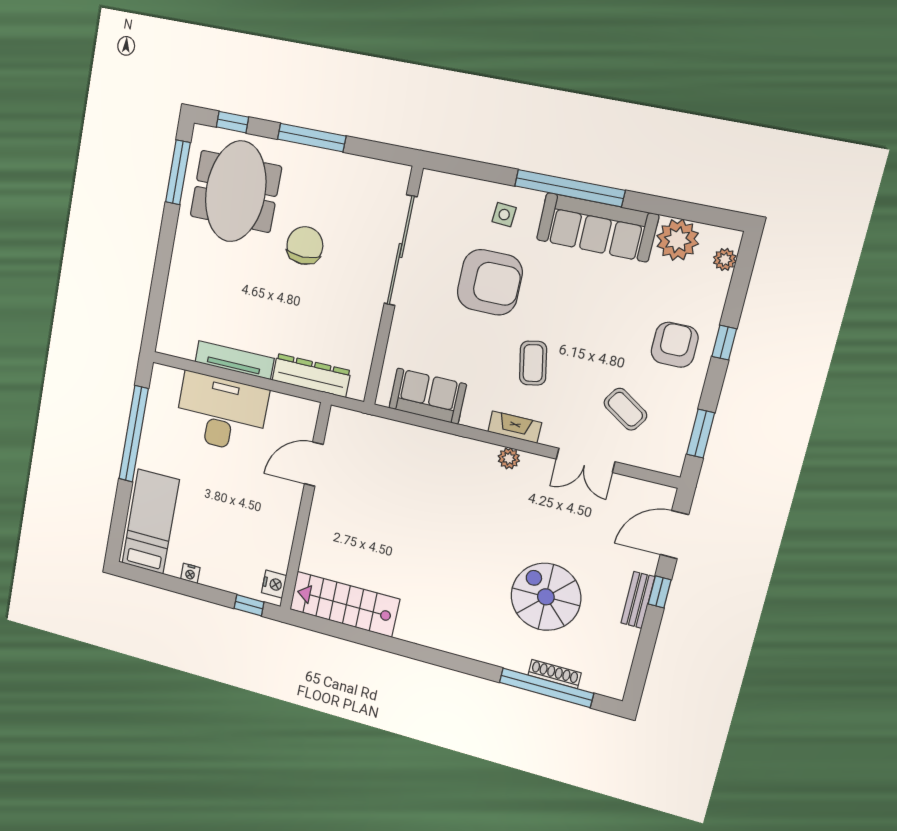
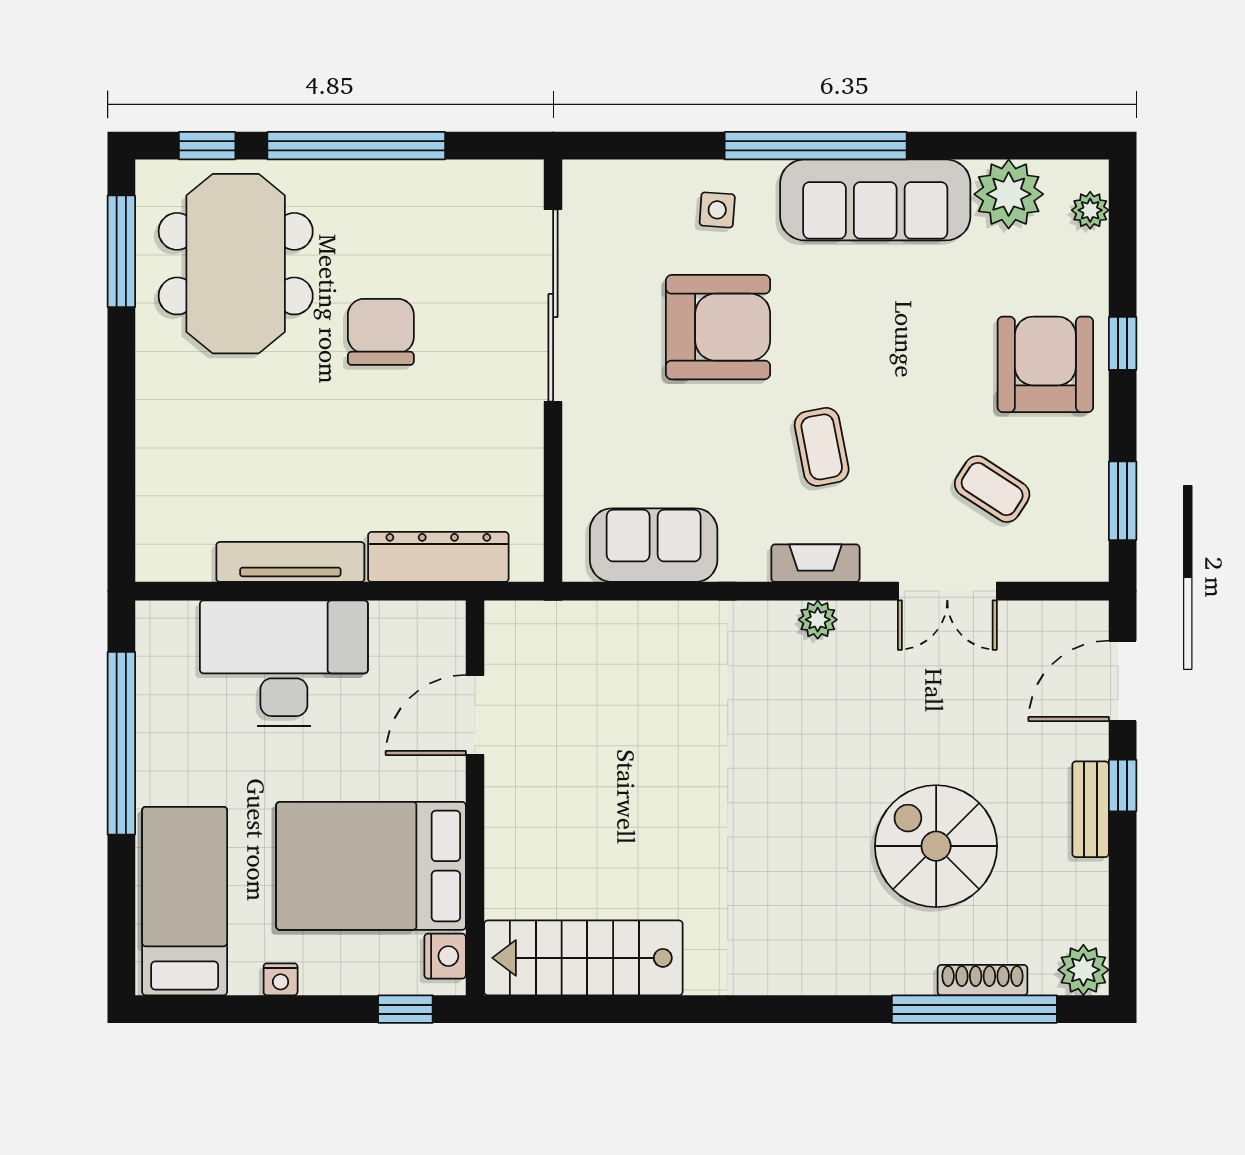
window: (312, 138) -> (356, 146), width x1.46
armchair: (675, 345) -> (1045, 364), width x1.36, depth x1.36
bed: (246, 528) -> (371, 866), added
plant: (612, 684) -> (1083, 970), added

